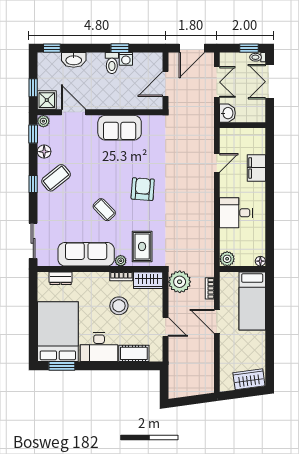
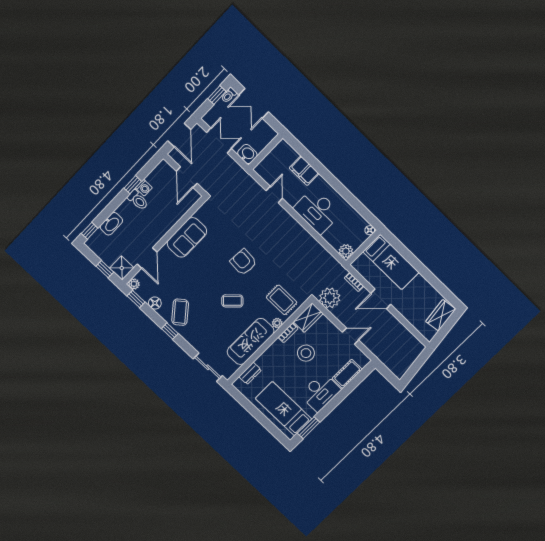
door: (74, 112) -> (147, 258), swing flipped
desk: (236, 213) -> (317, 211), width x1.37
bed: (58, 332) -> (284, 409), width x0.67

